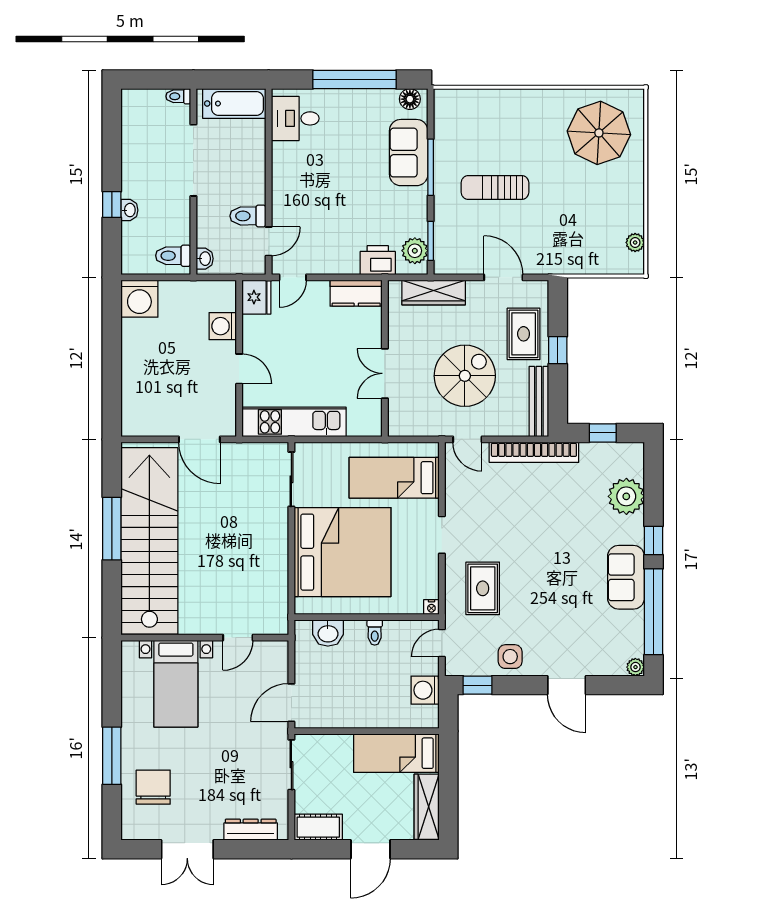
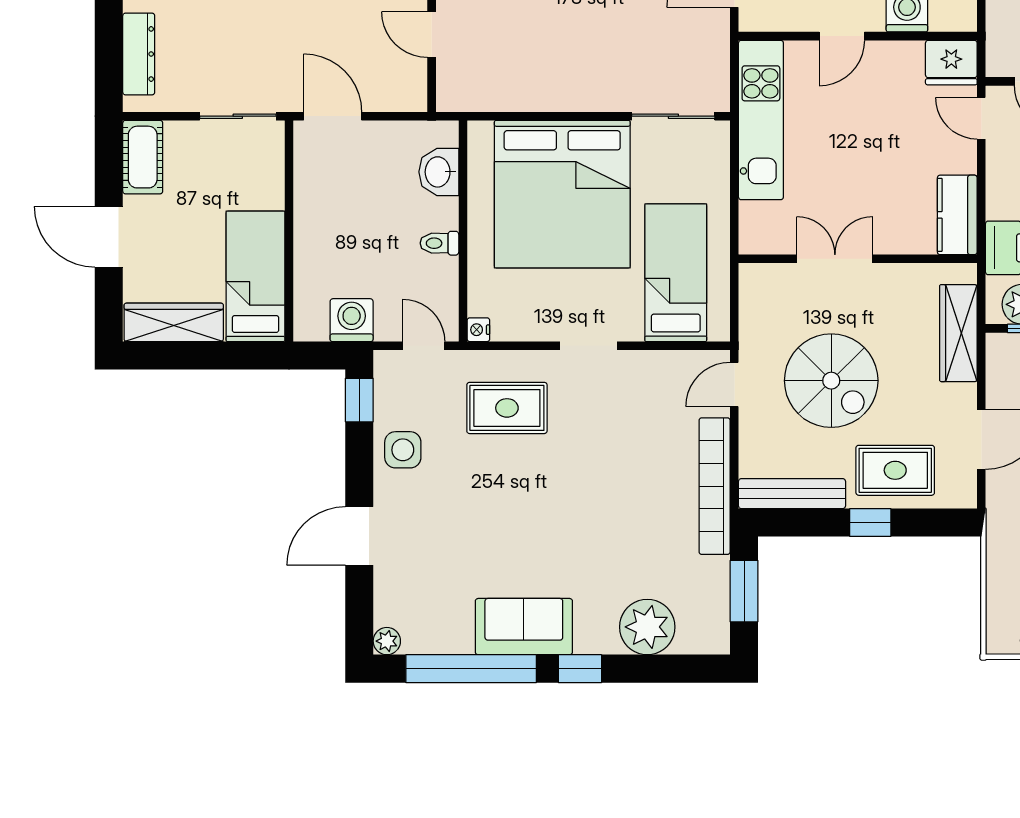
window: (603, 433) -> (744, 591), width x1.50

